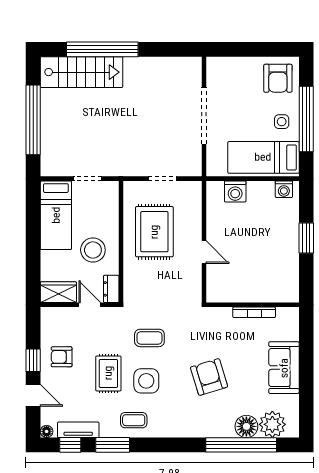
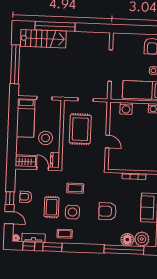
armchair: (209, 377) -> (108, 211), turned -73

